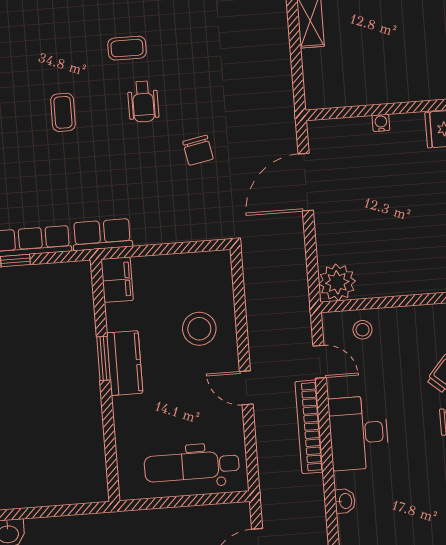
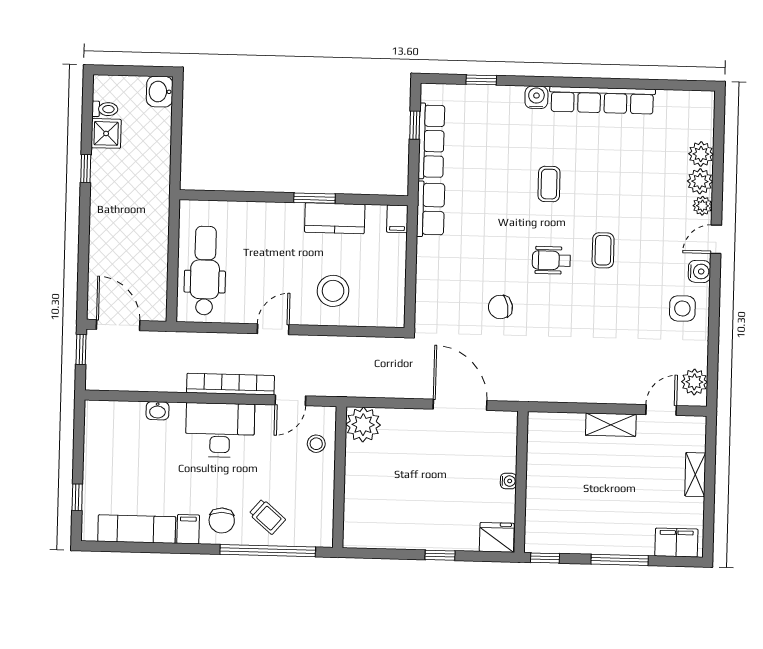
coffee table: (63, 112) -> (549, 184), turned 90
filing cabinet: (117, 280) -> (397, 219), width x0.50
kitchen counter: (125, 363) -> (335, 218), moved

